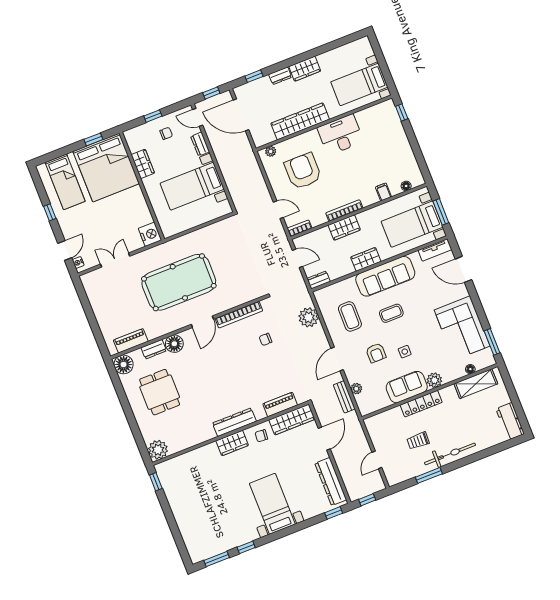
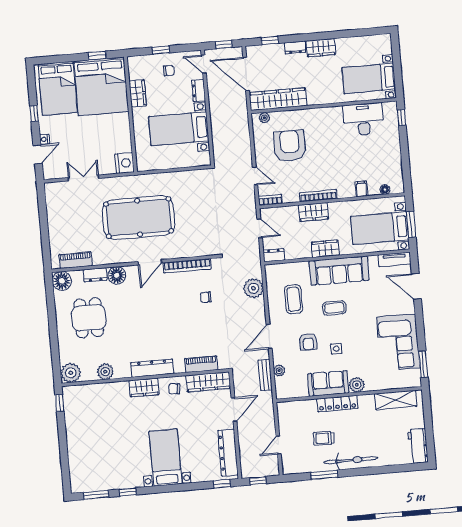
wardrobe: (300, 121) -> (278, 99), moved
desk: (340, 135) -> (363, 119), moved
bed: (65, 182) -> (58, 88), width x1.50
nightstand: (78, 263) -> (45, 139), moved
floor lamp: (470, 369) -> (395, 384), removed
plant: (191, 439) -> (105, 372), added

